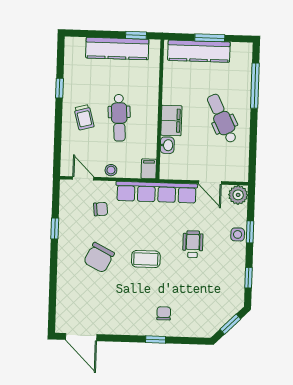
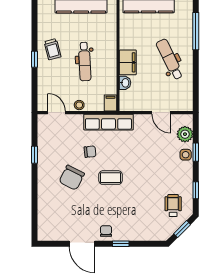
window: (59, 88) -> (34, 59), moved
trolley: (84, 117) -> (53, 49), moved
row of seats: (157, 192) -> (108, 122), width x0.73
plant: (238, 195) -> (185, 134), moved
chair: (101, 209) -> (90, 152), moved
wheelchair: (193, 244) -> (173, 206), moved
chair: (164, 313) -> (106, 231), moved
door: (81, 337) -> (82, 244), moved

